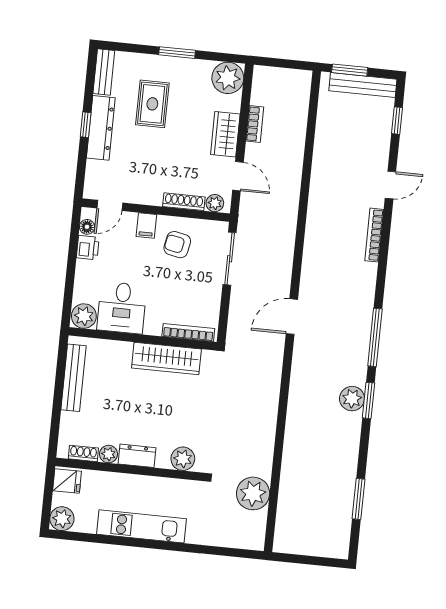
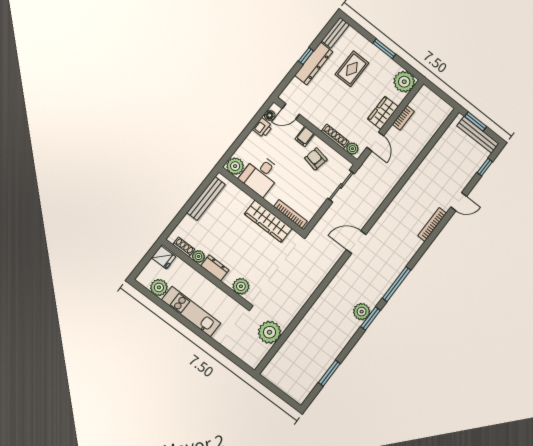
plant: (62, 519) -> (159, 287), moved

